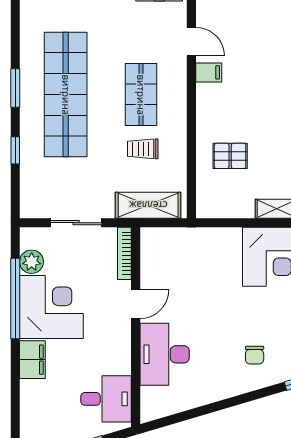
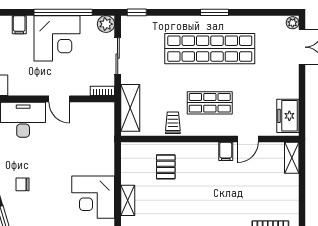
trolley: (143, 149) -> (173, 123), moved
window: (15, 150) -> (137, 12), moved
bookcase: (124, 253) -> (102, 91), width x0.64
plant: (32, 262) -> (106, 24), moved
filing cabinet: (32, 360) -> (19, 25), width x0.50

